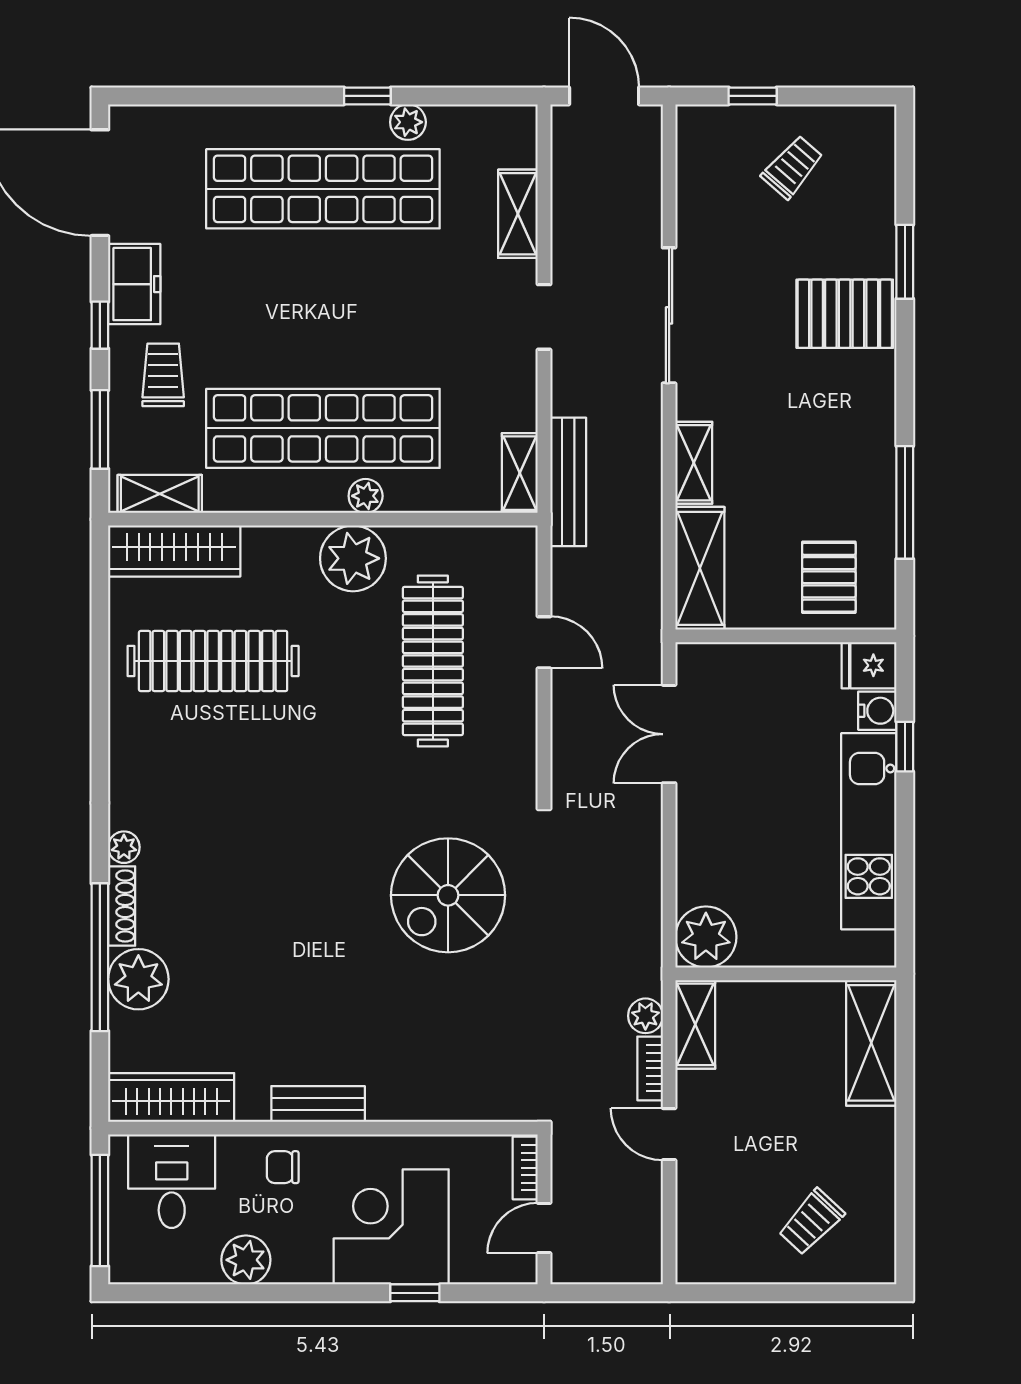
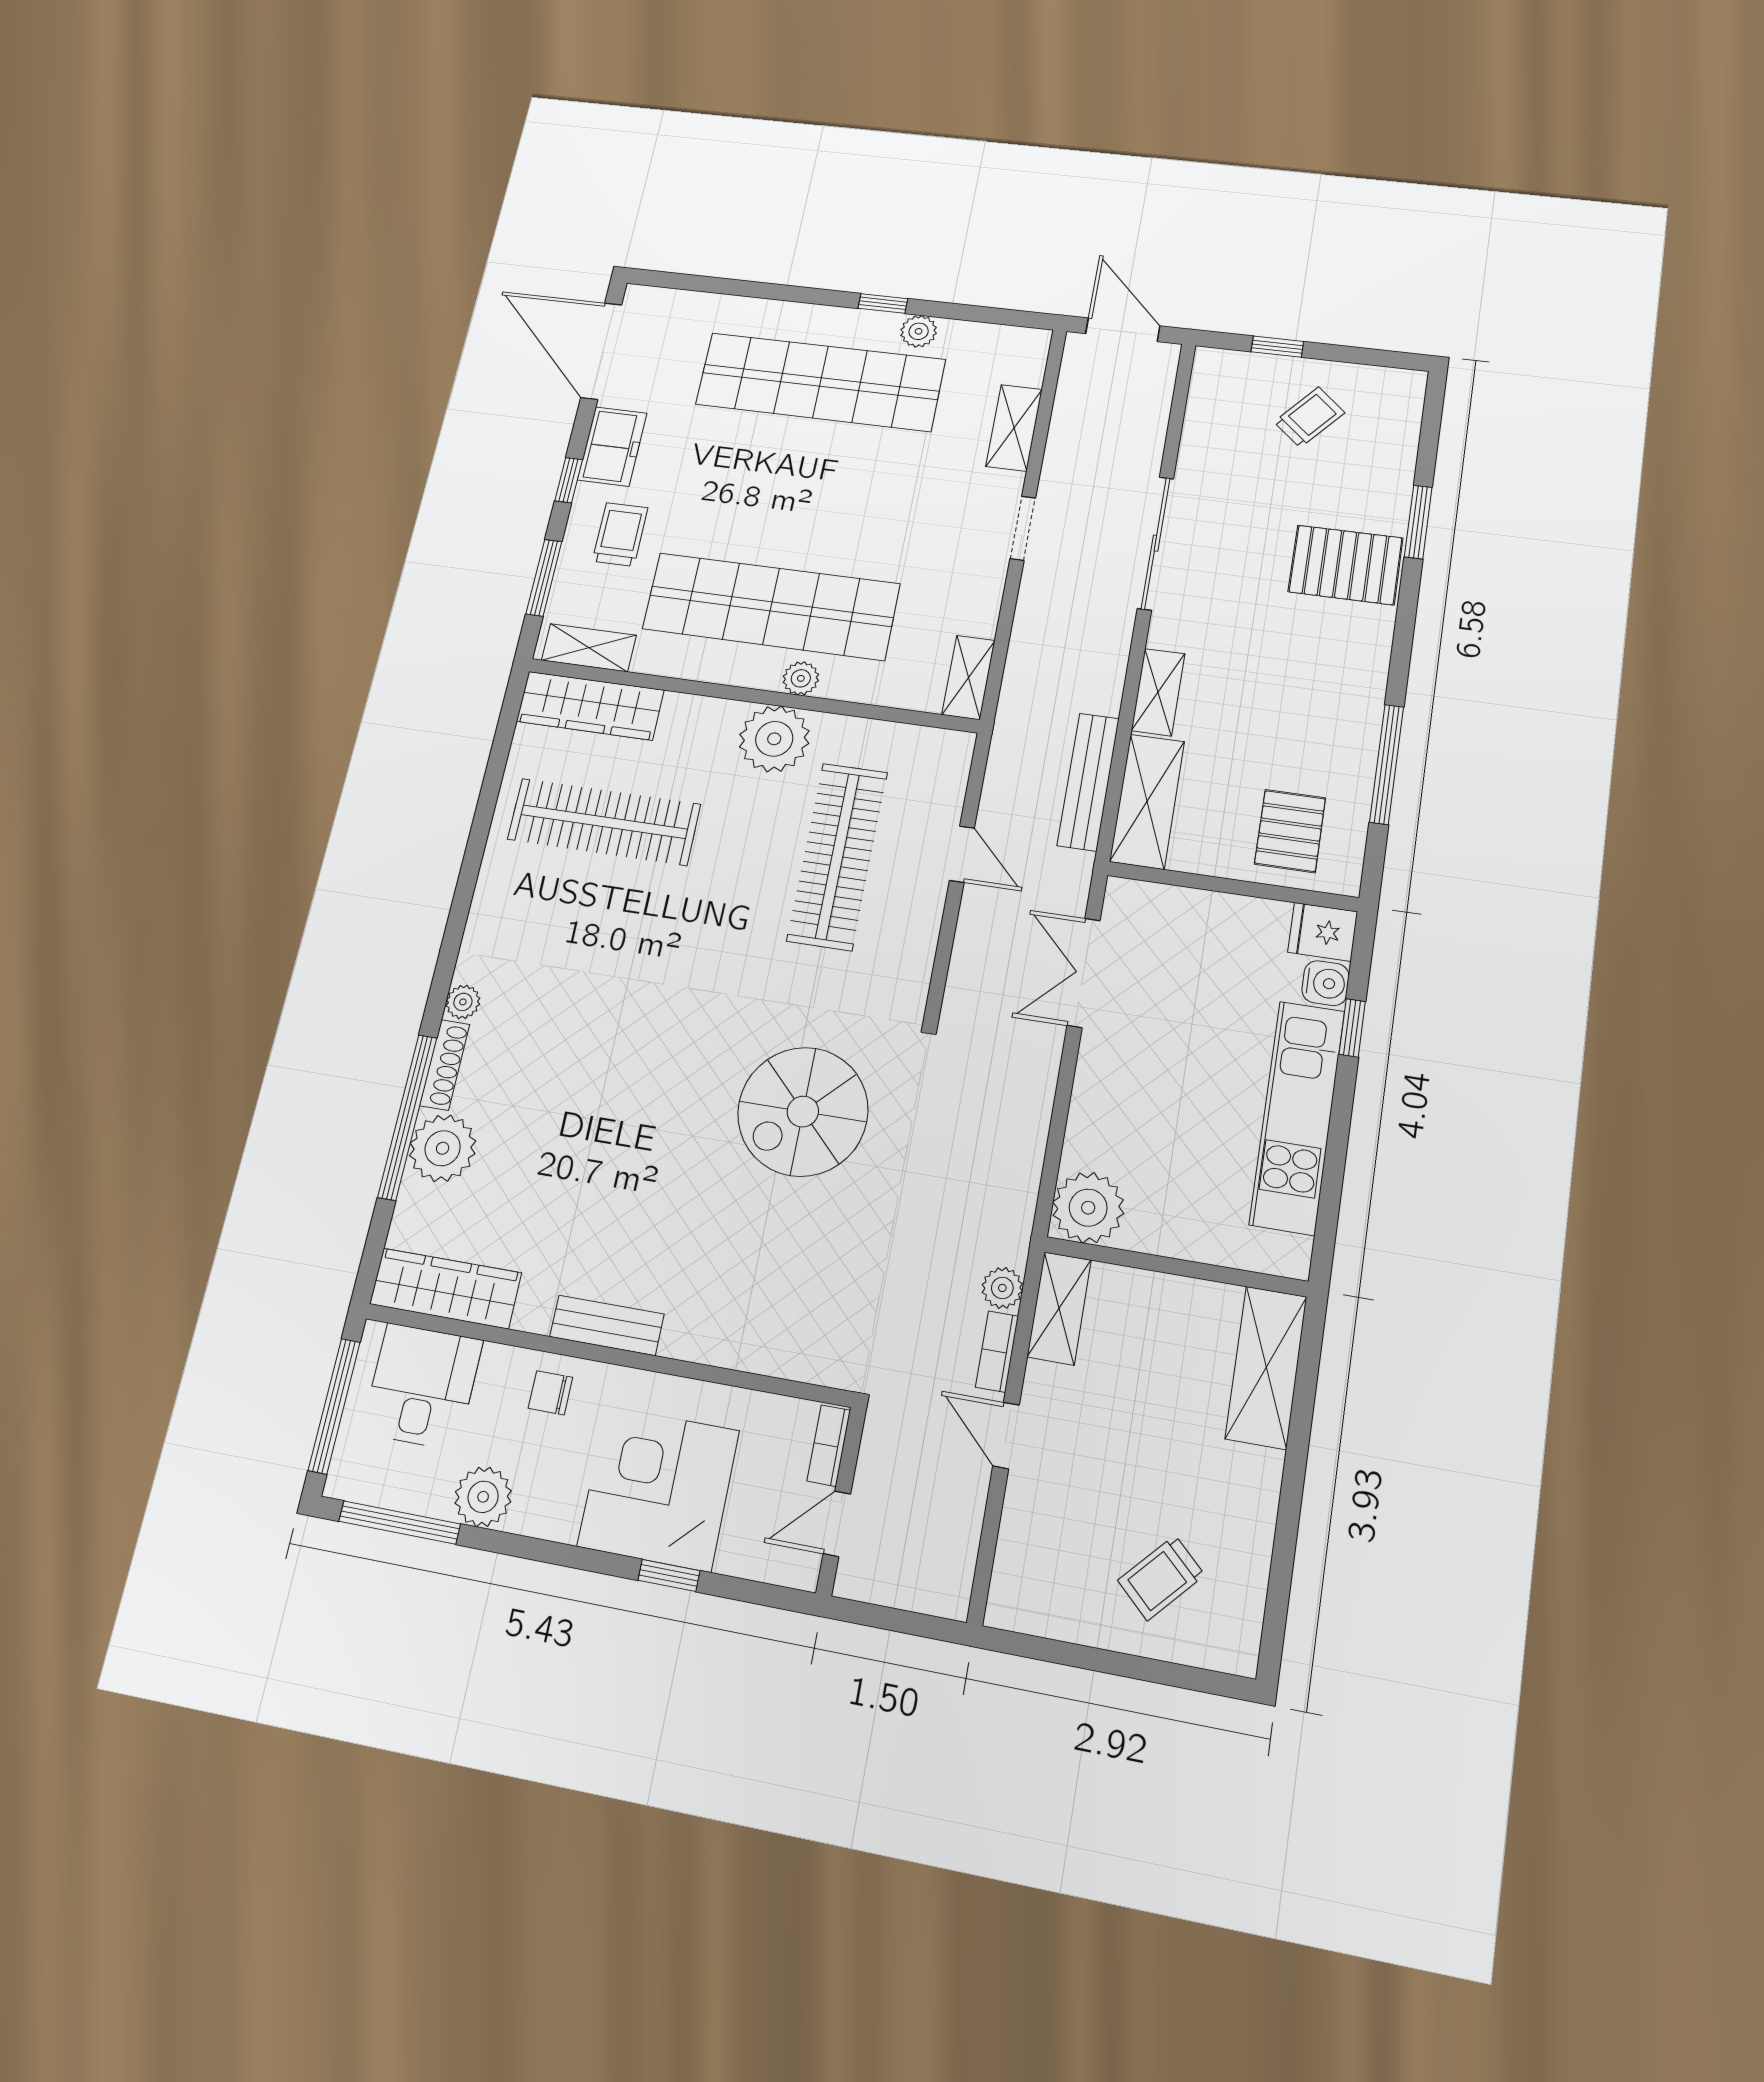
bench: (568, 482) -> (1088, 782), moved
window: (180, 1293) -> (400, 1523), added

